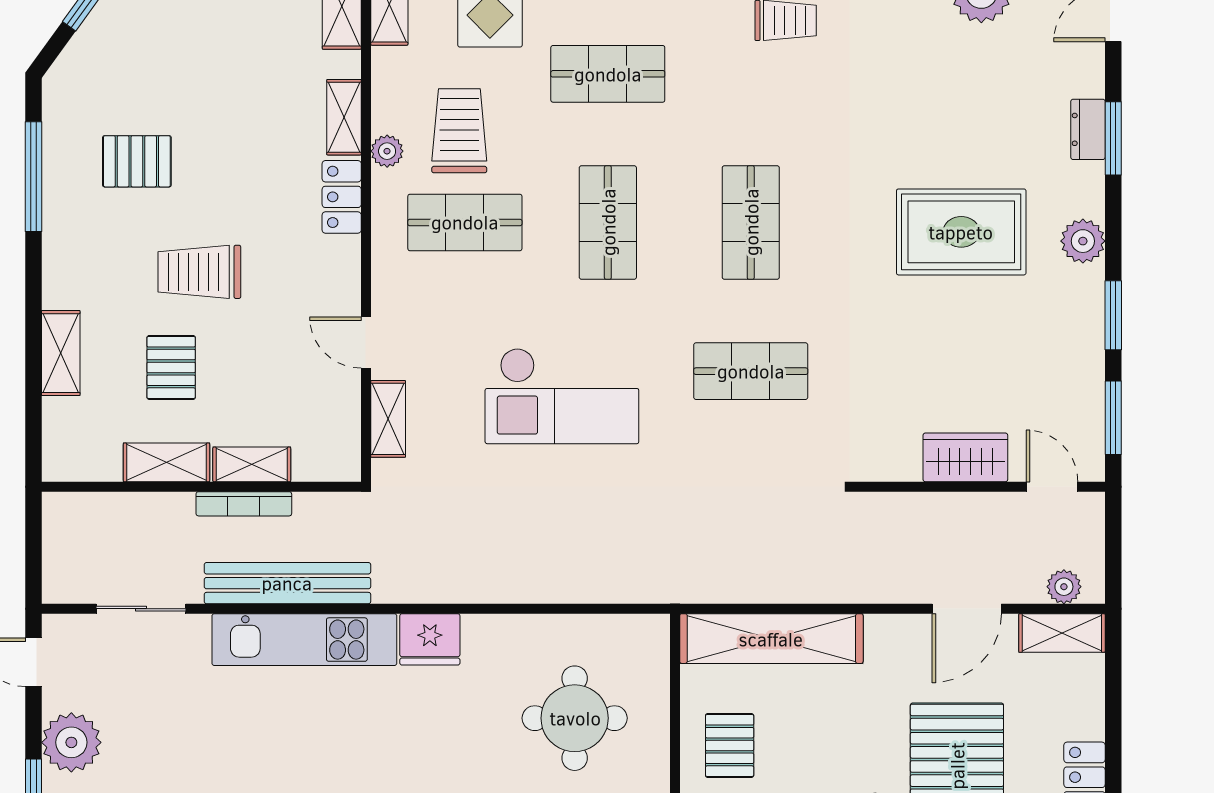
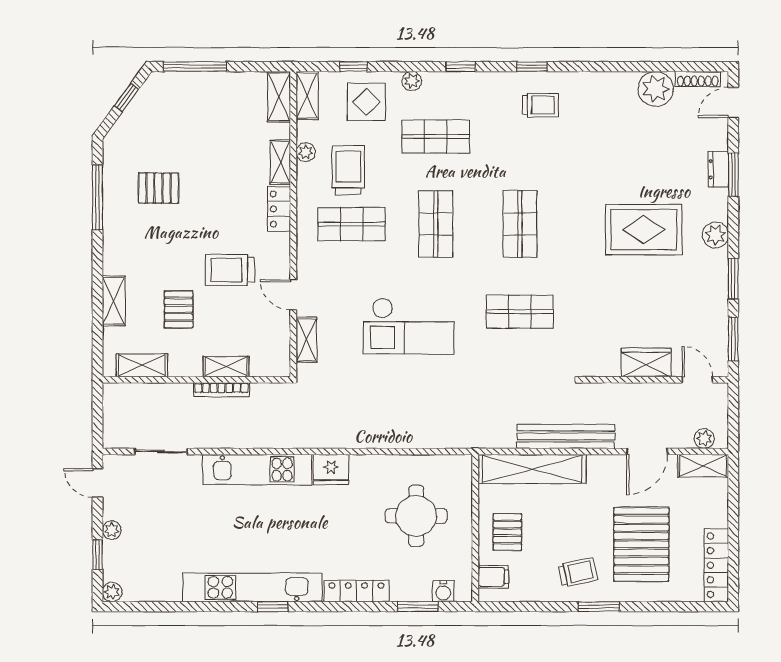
plant: (387, 151) -> (306, 152), moved
trolley: (199, 272) -> (230, 270), moved
shelving: (167, 462) -> (142, 365), moved
bench: (287, 583) -> (566, 436), moved
plant: (71, 742) -> (112, 530), width x0.53, depth x0.53

